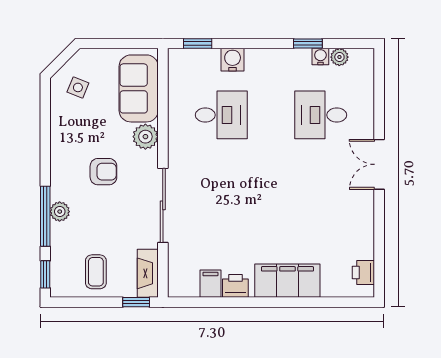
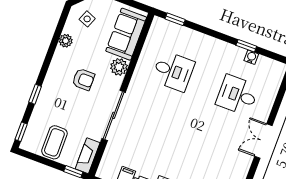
plant: (339, 57) -> (263, 62), removed
water cooler: (233, 60) -> (194, 38), removed
plant: (60, 212) -> (66, 41), moved
window: (45, 216) -> (35, 94), width x0.46
coffee table: (96, 272) -> (54, 142), width x1.36, depth x1.30

